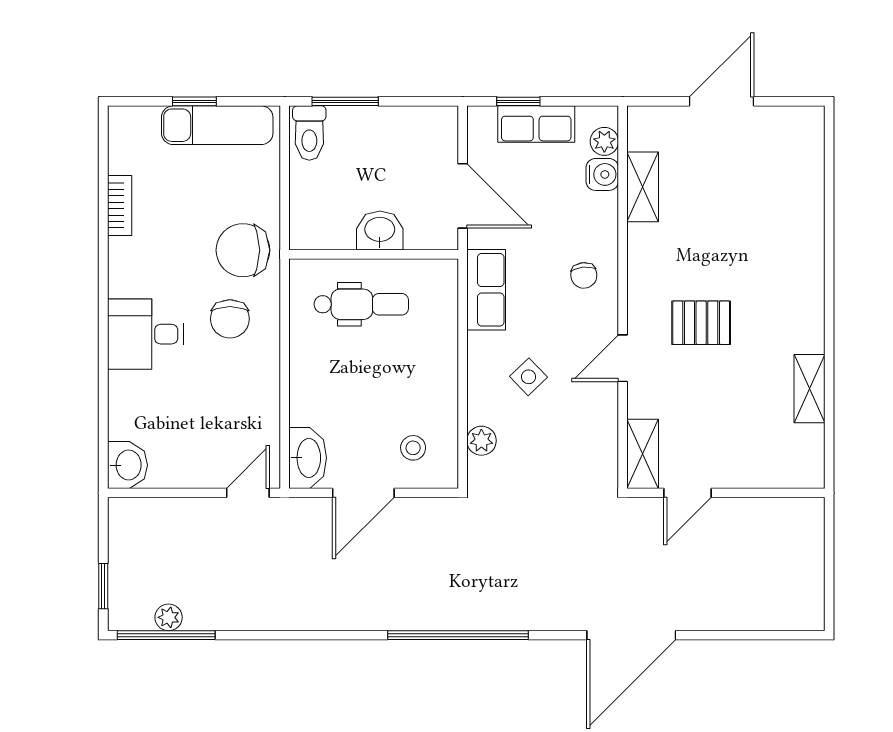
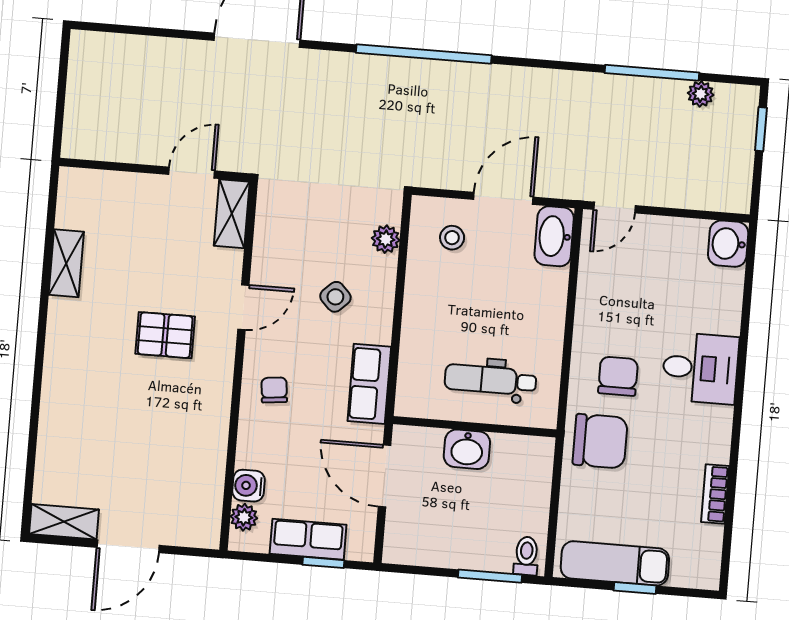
toilet: (309, 133) -> (526, 556), width x0.73, depth x0.72
shelving: (643, 187) -> (64, 522), moved, turned 90
window: (166, 635) -> (652, 73), moved

